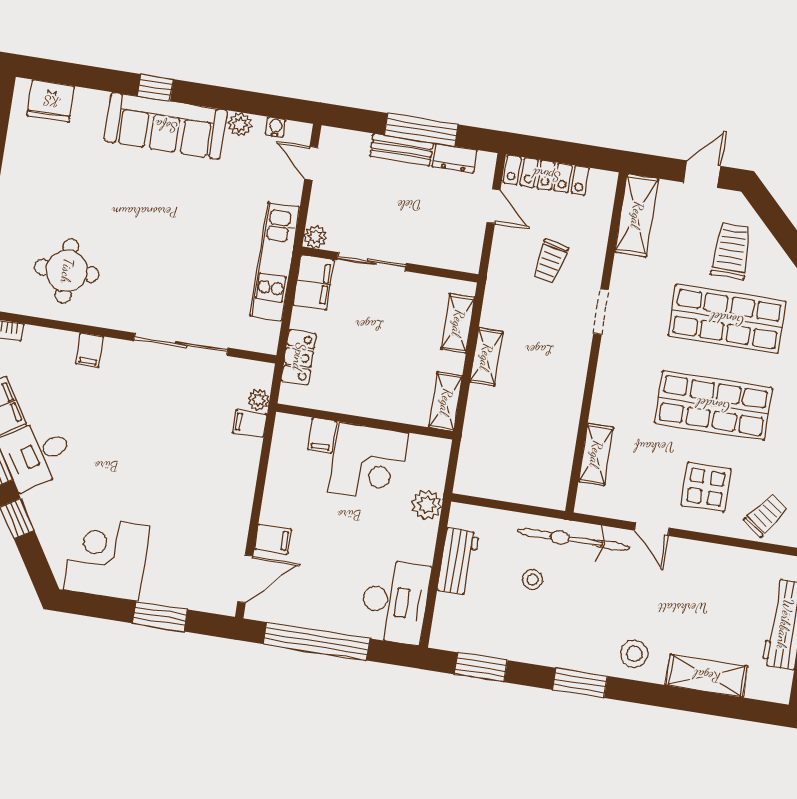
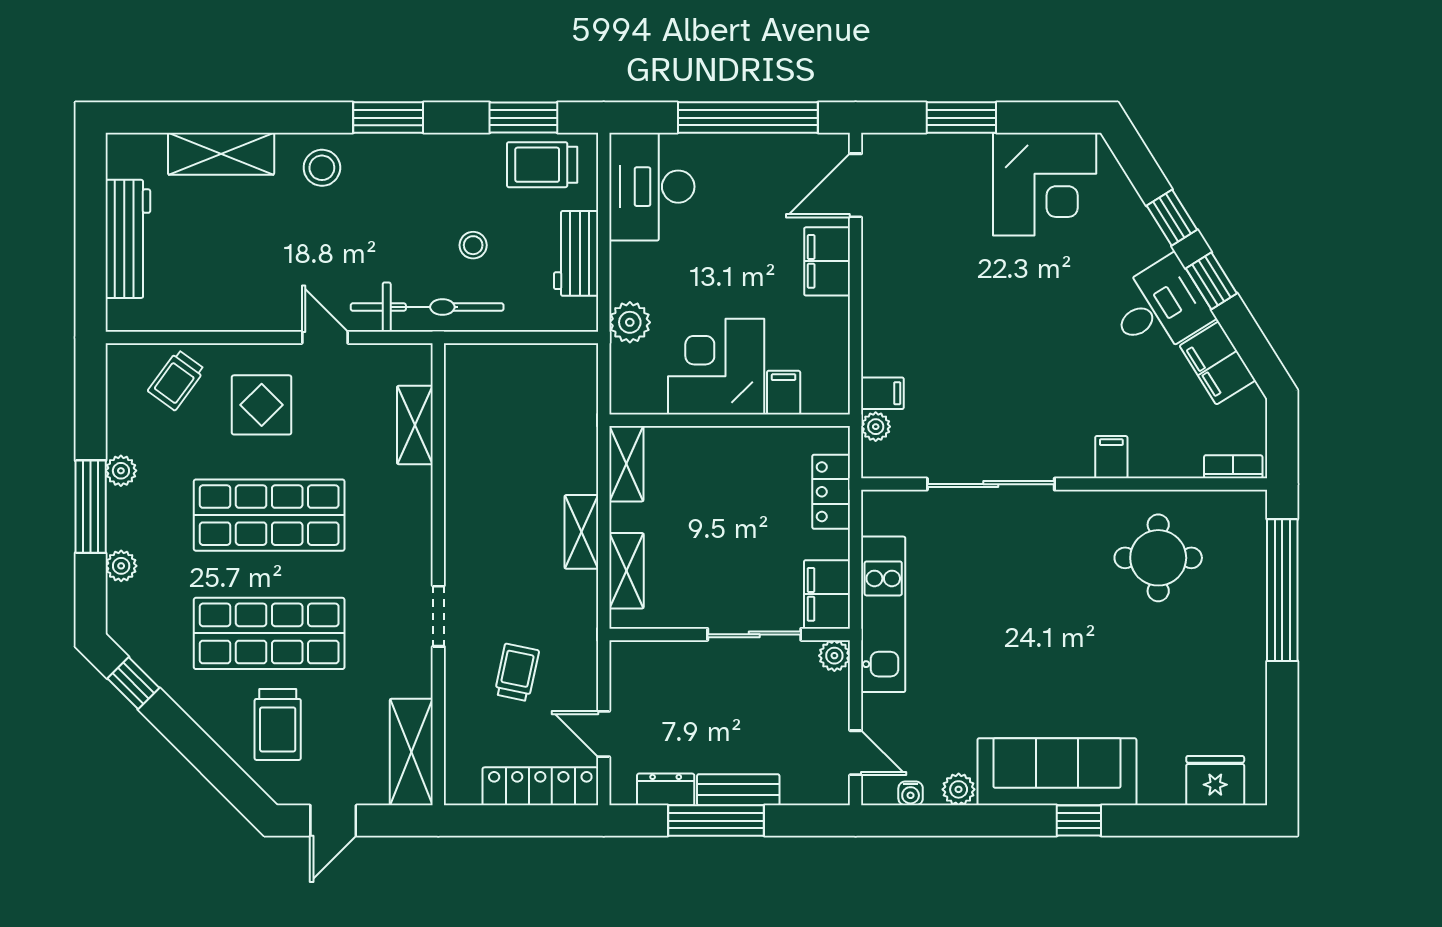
filing cabinet: (273, 539) -> (827, 261), width x2.00
trolley: (473, 630) -> (542, 165), added

